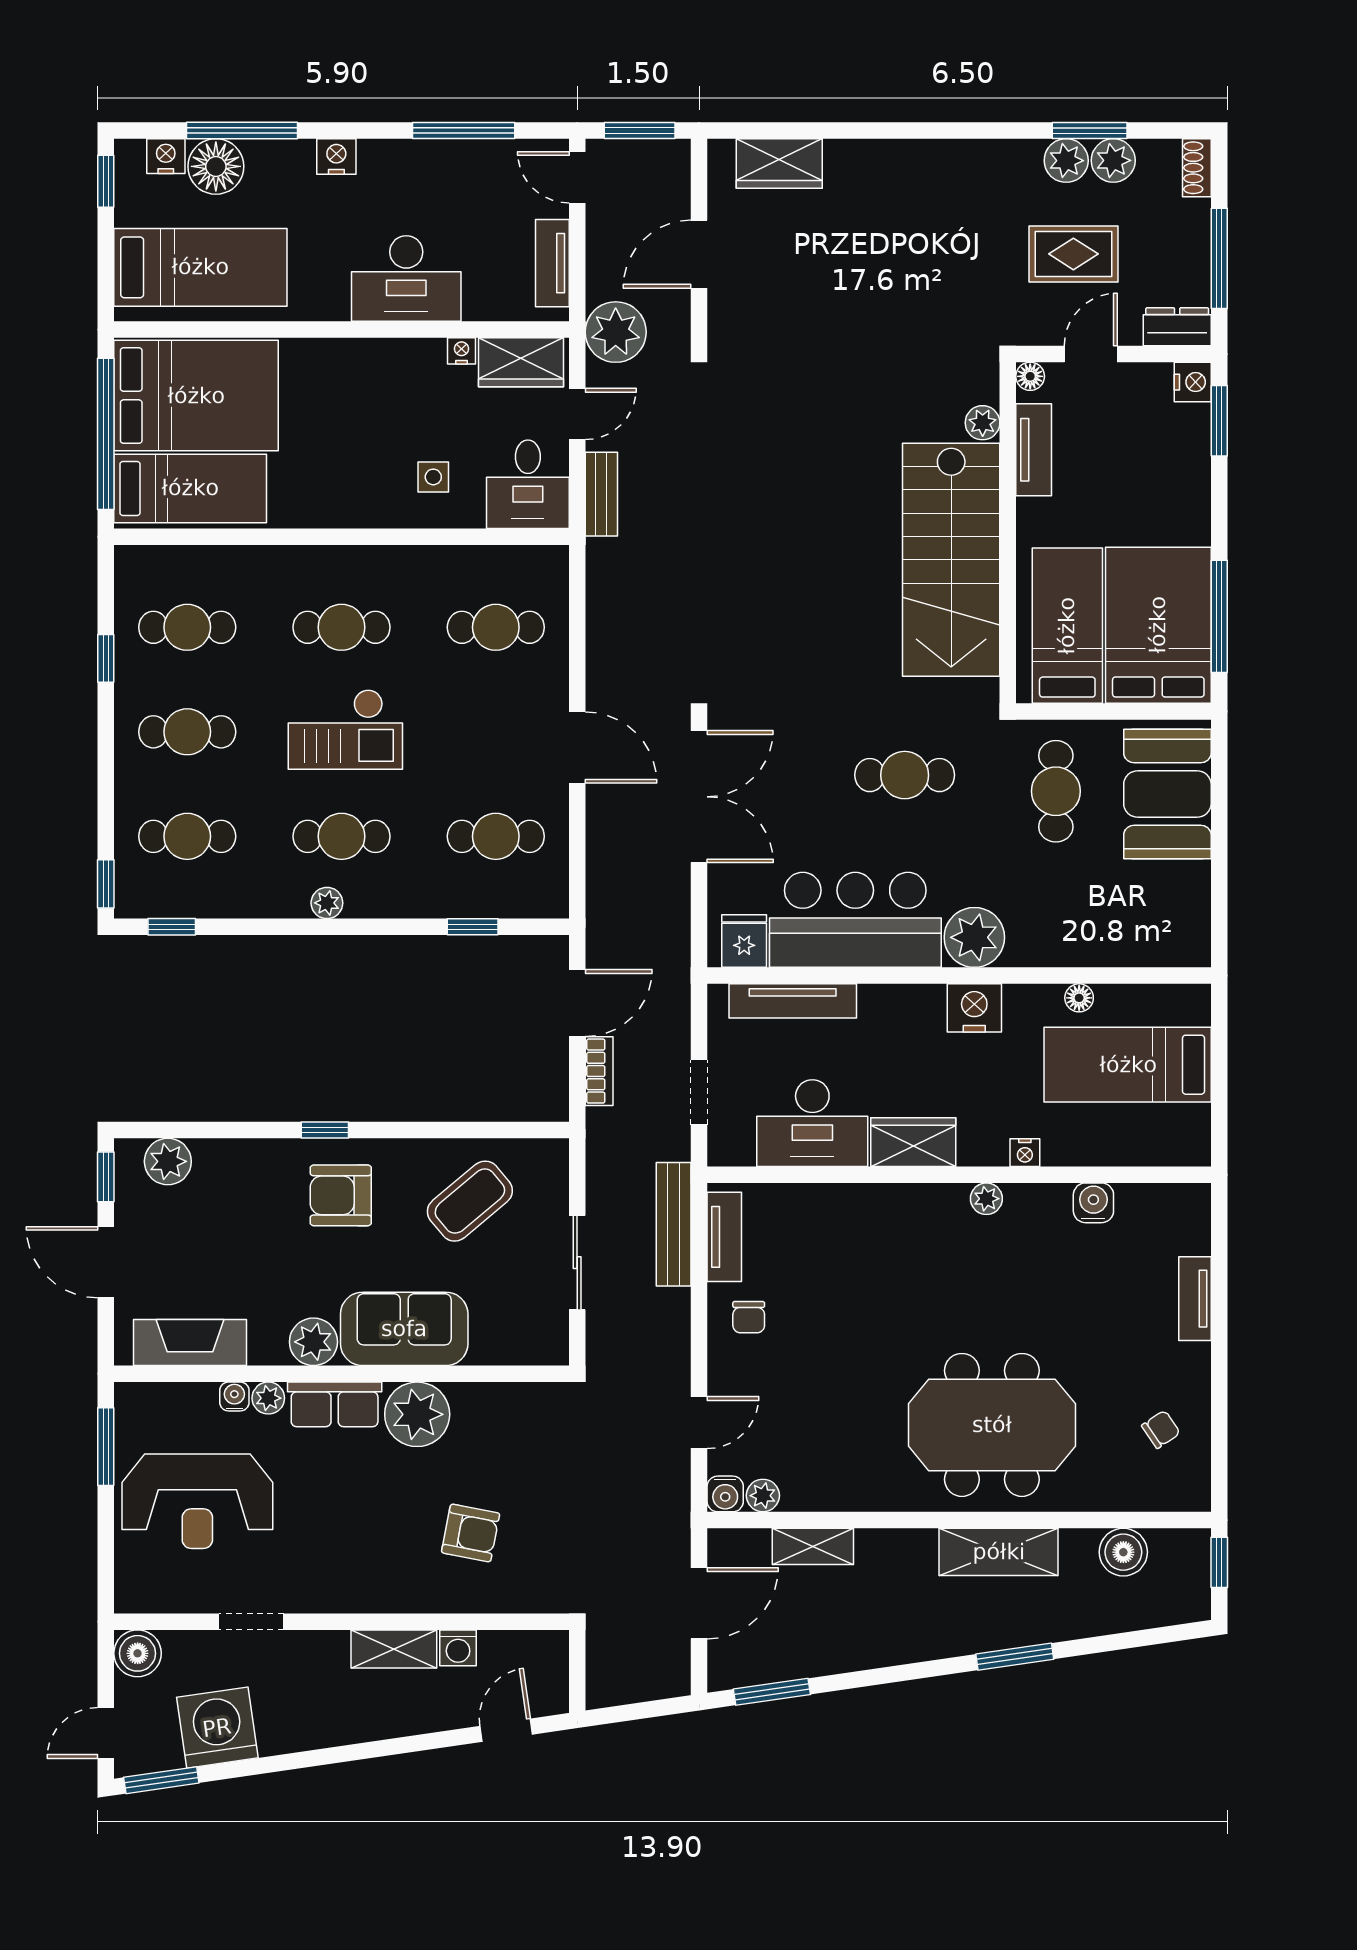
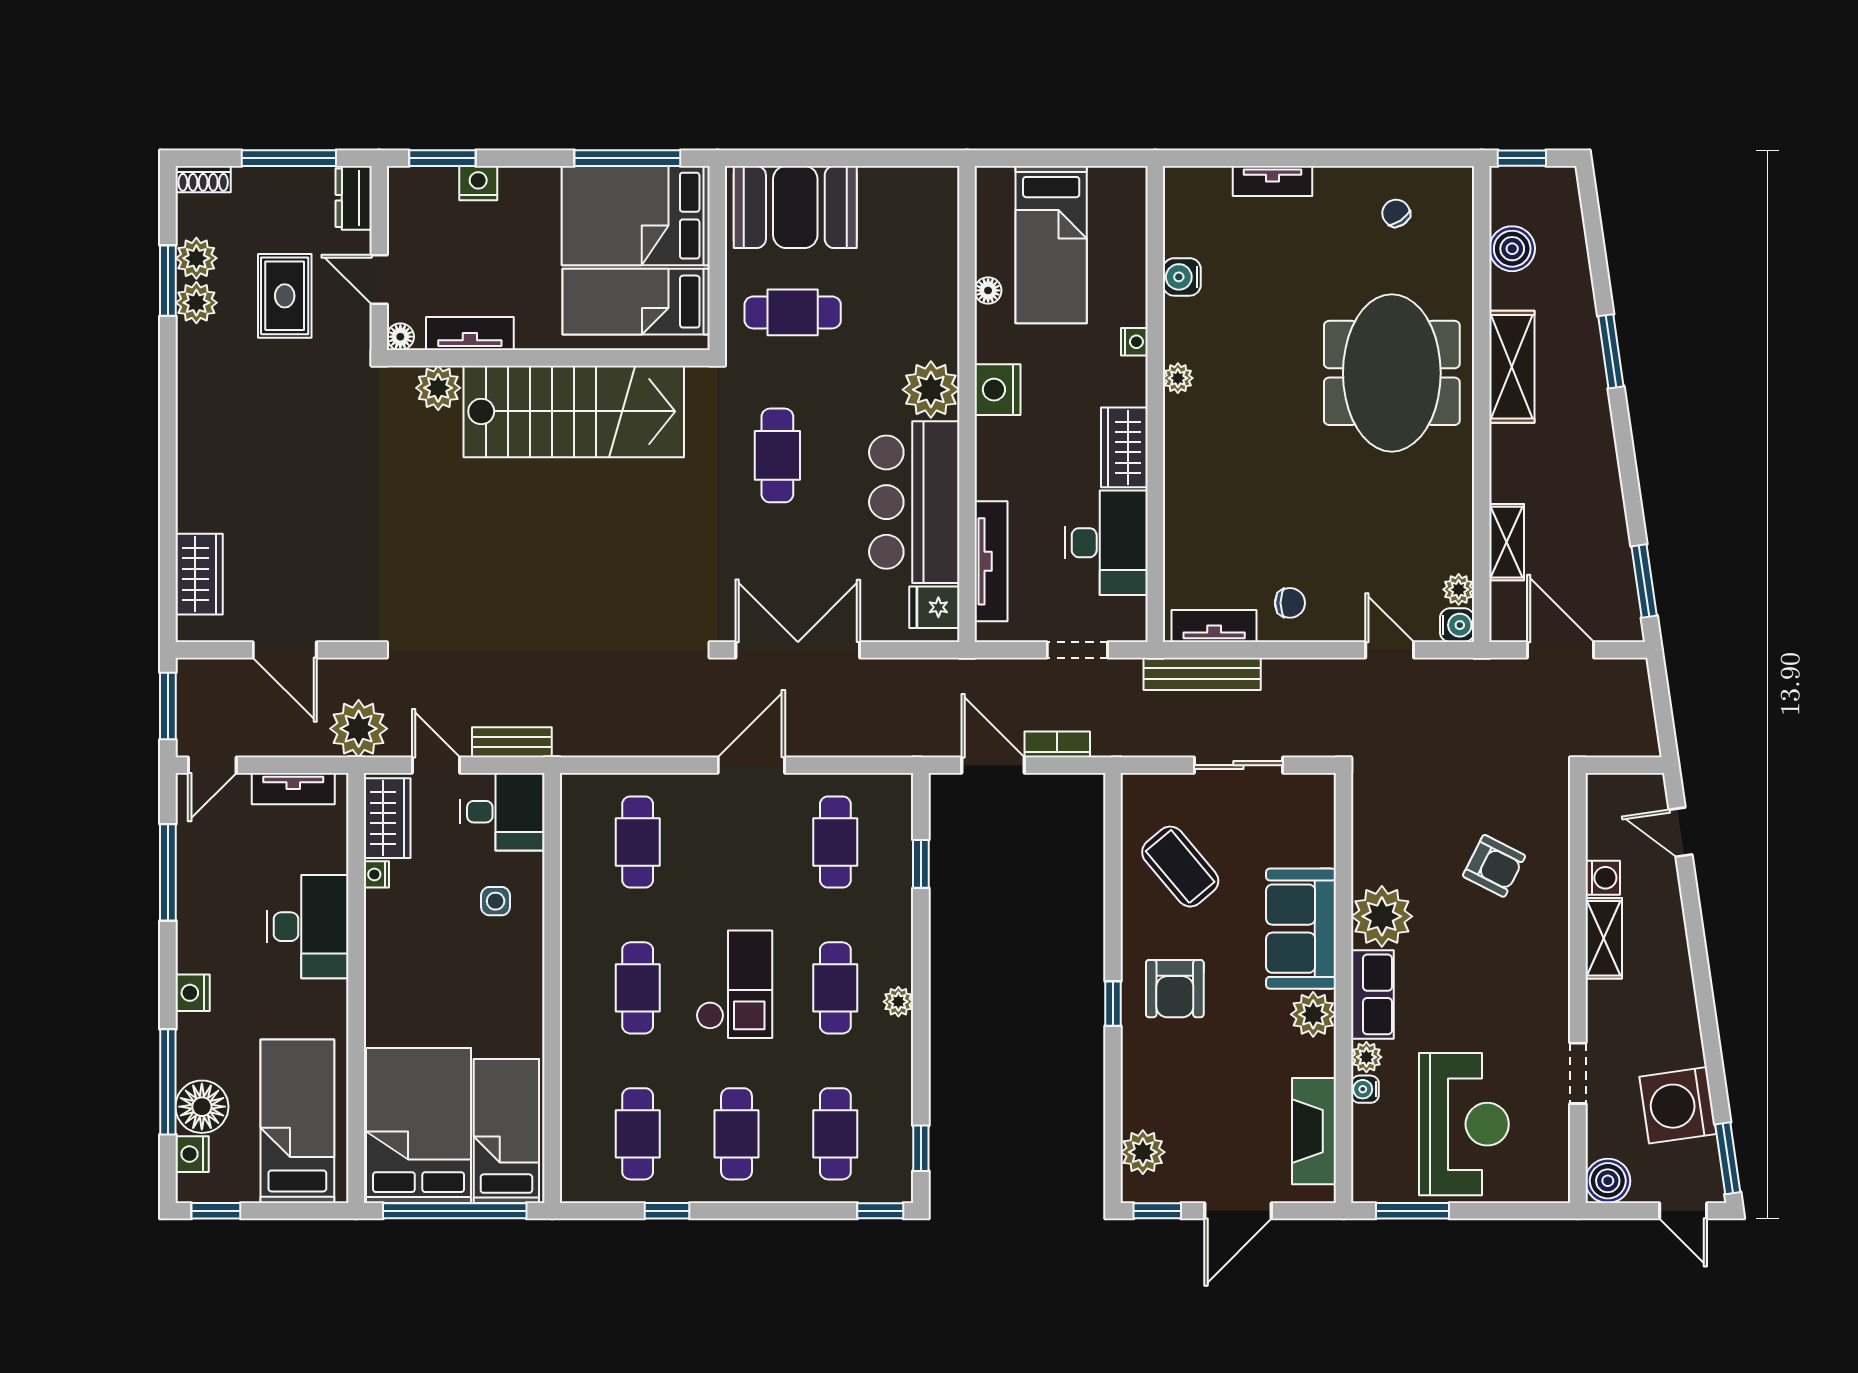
nightstand: (1193, 382) -> (478, 183), moved
plant: (983, 423) -> (438, 388), width x1.38, depth x1.38
armchair: (471, 1533) -> (1494, 866), turned 106

